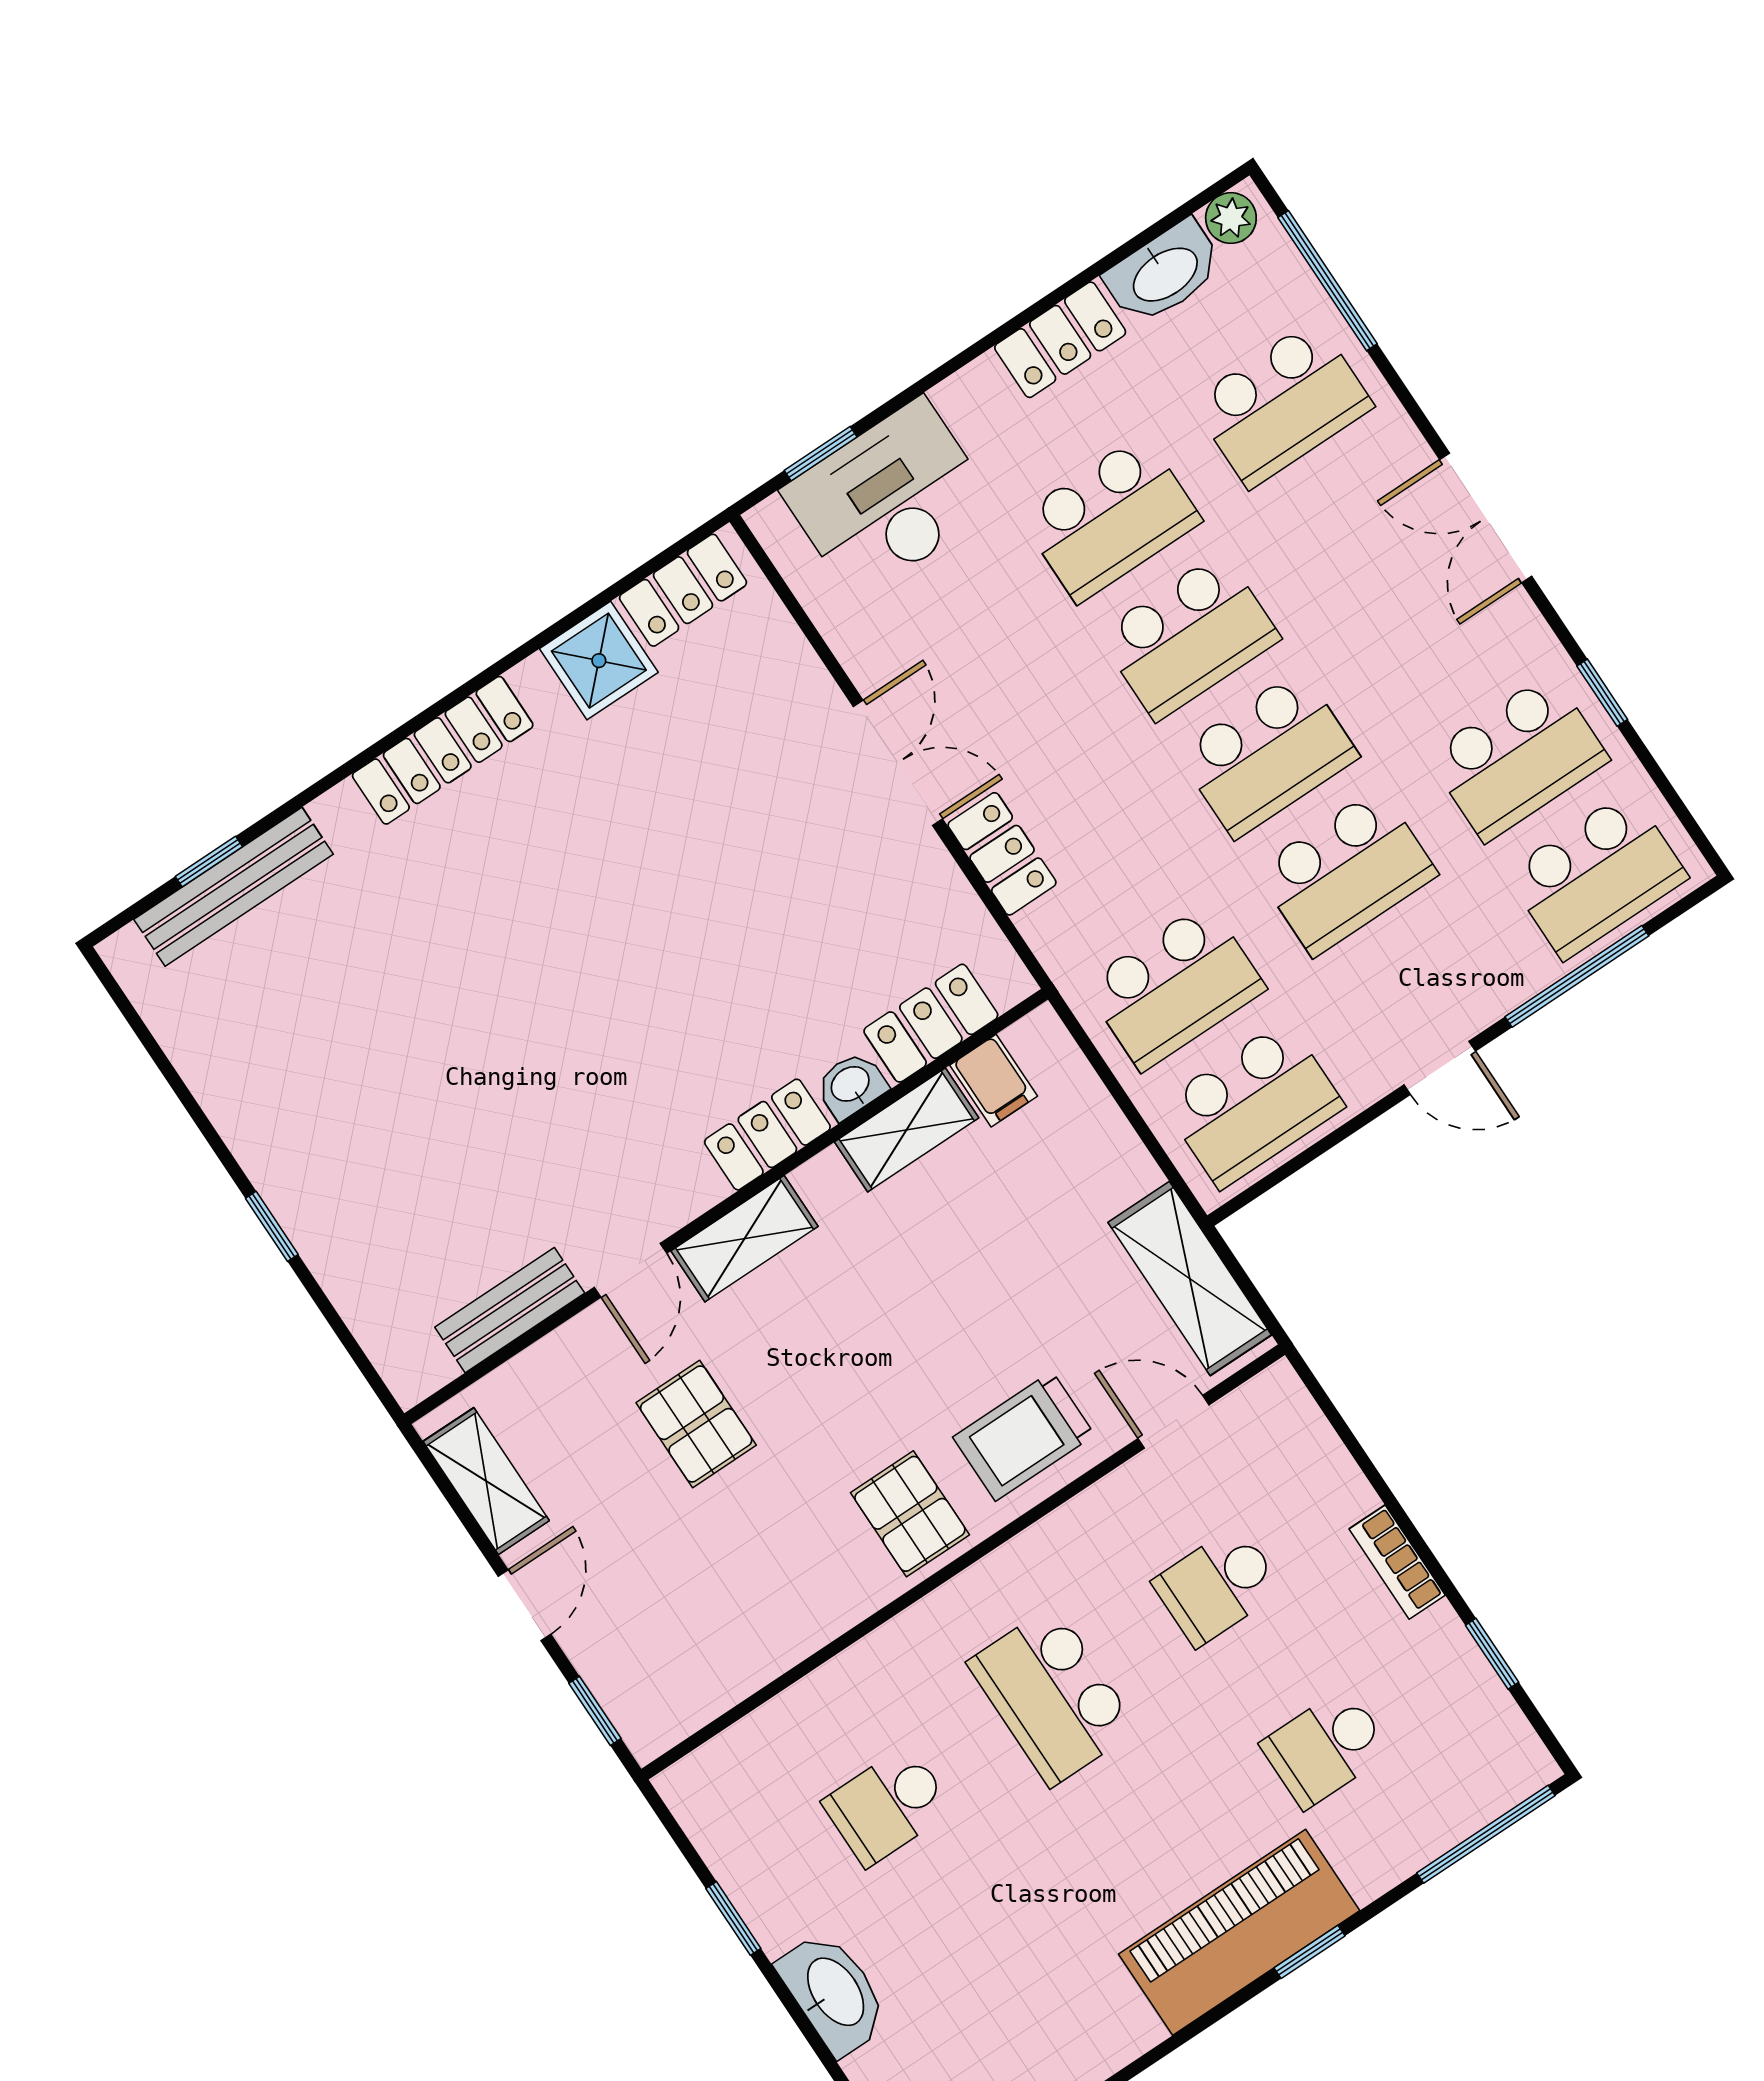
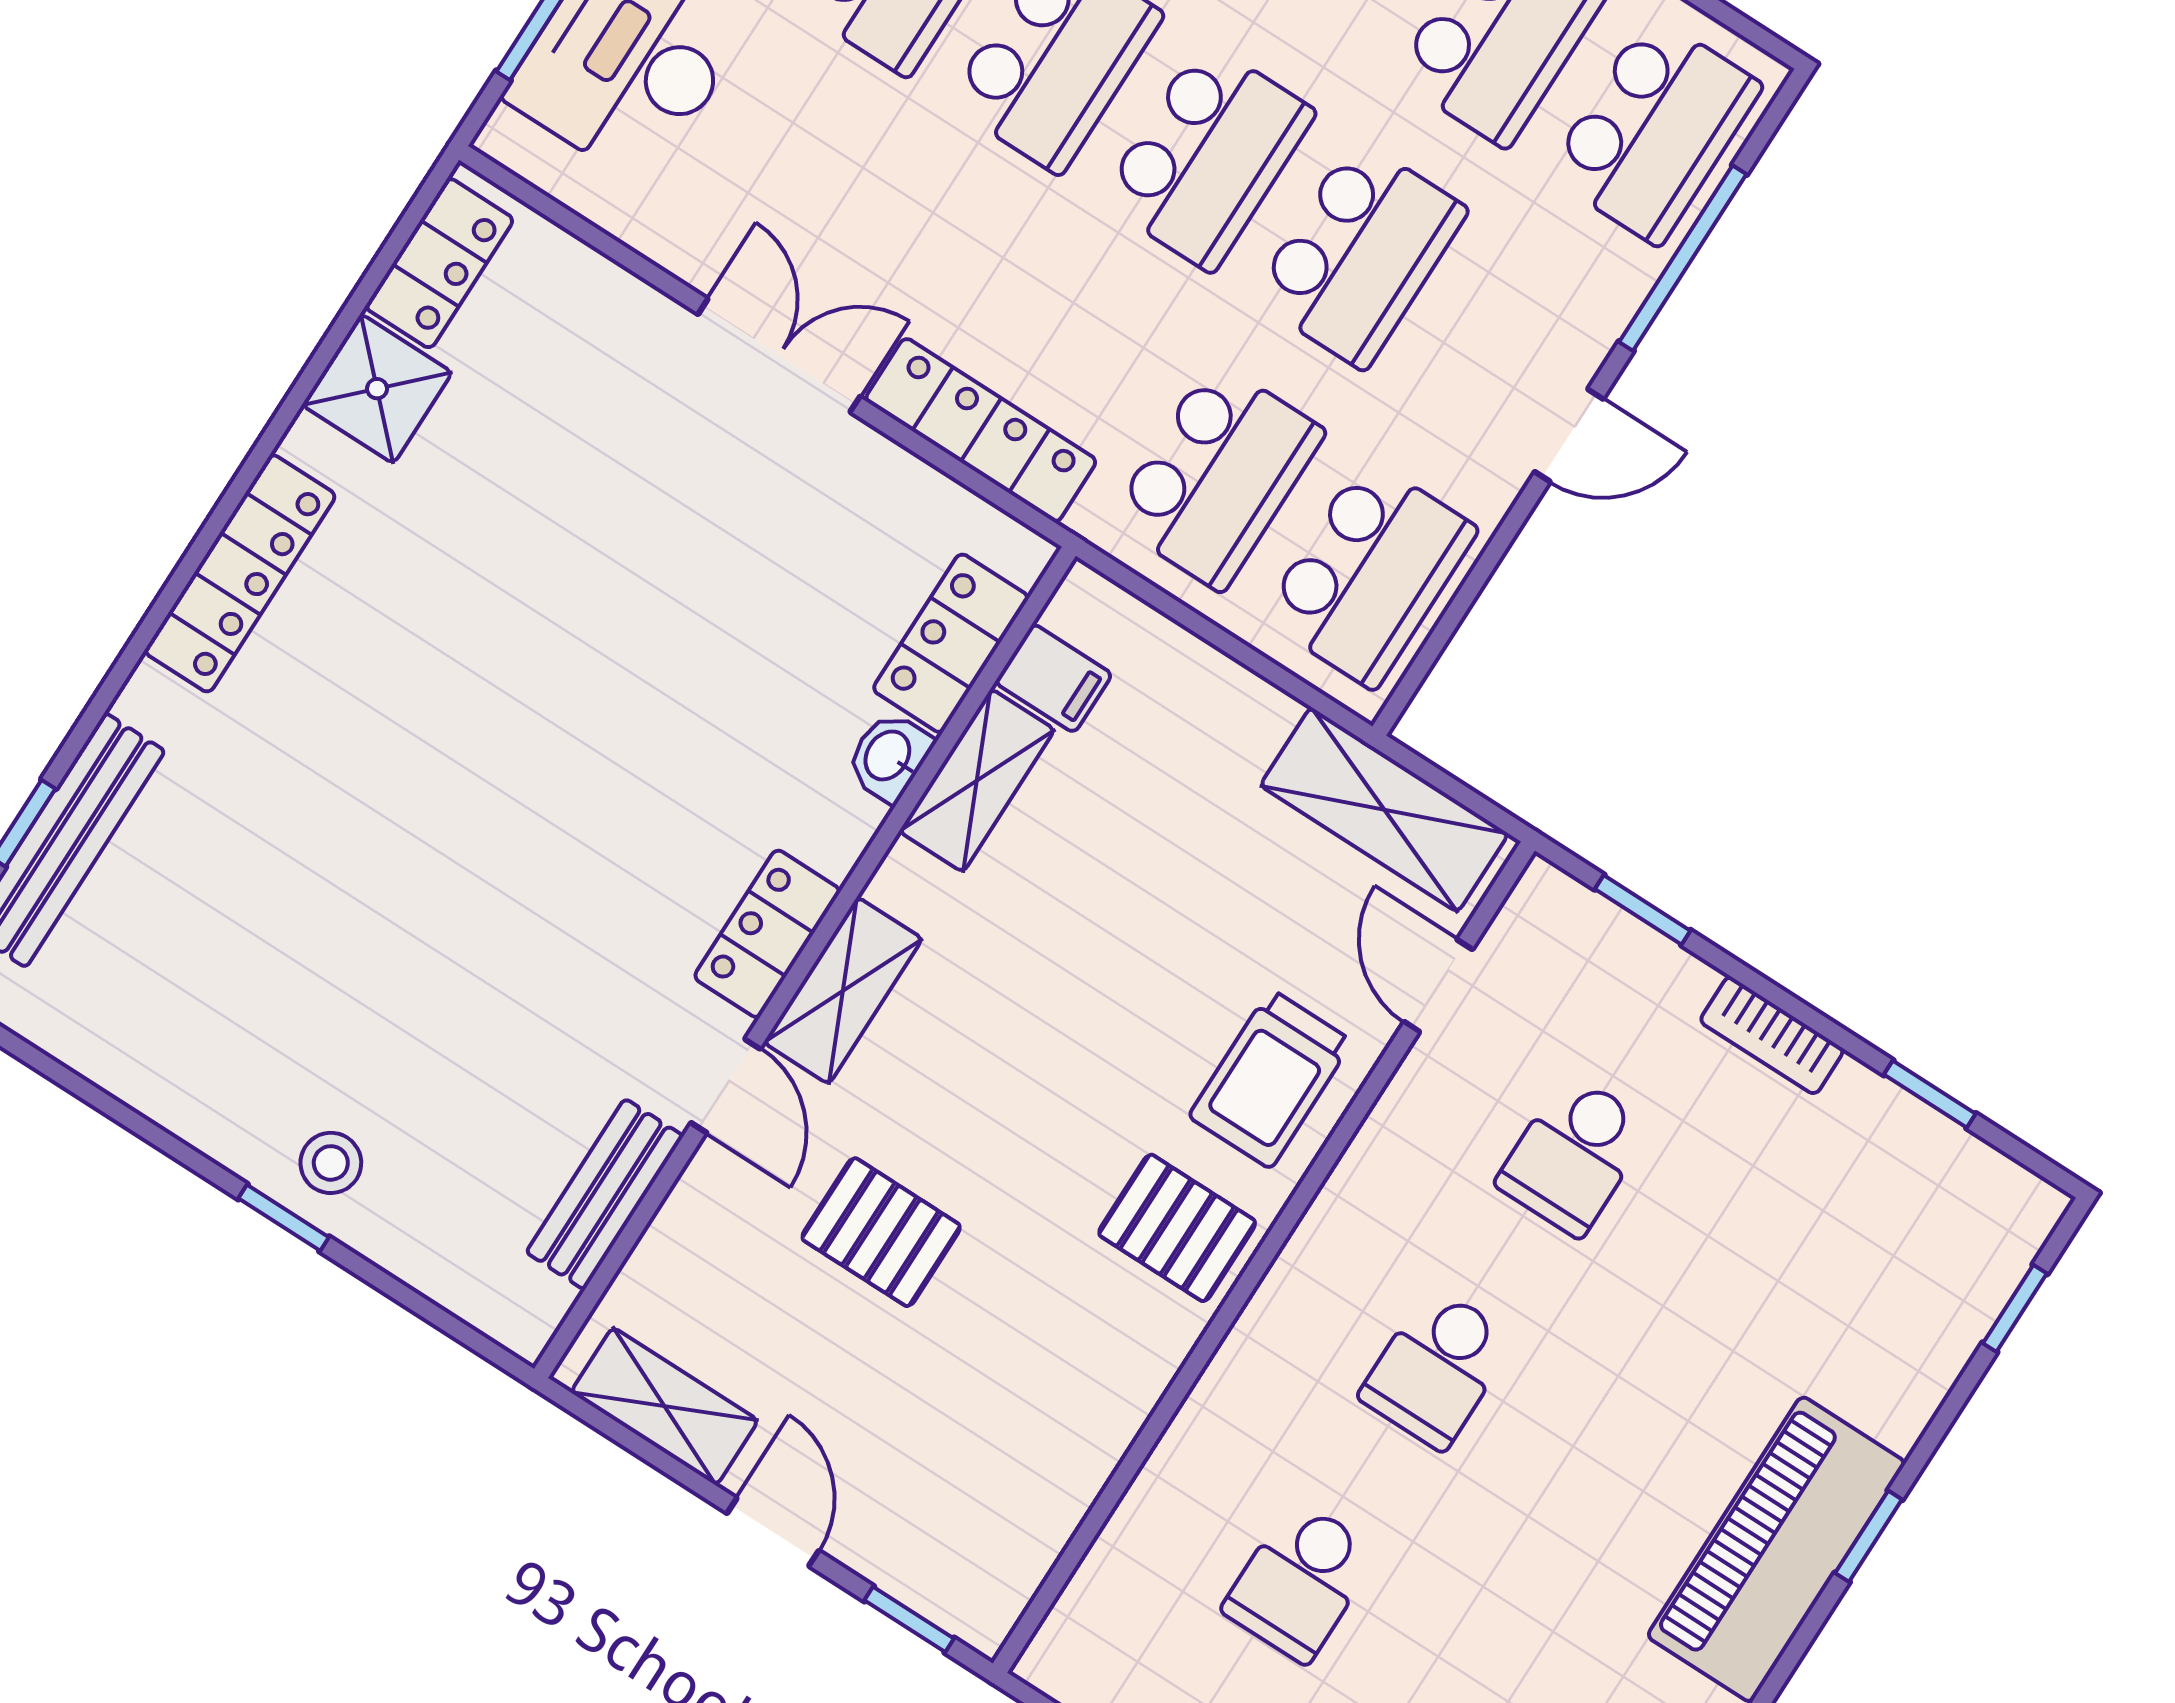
locker: (1002, 854) -> (981, 430), width x1.53
locker: (767, 1135) -> (767, 934), moved
stool: (323, 1202) -> (331, 1163), added
door: (1173, 1422) -> (1438, 986), hinge flipped
window: (1344, 1431) -> (1643, 910), added
school desk: (1052, 1696) -> (1437, 1368), width x0.54
school desk: (1326, 1748) -> (1783, 1289), removed
window: (1486, 1834) -> (2015, 1308), width x0.46

